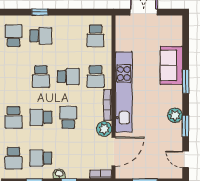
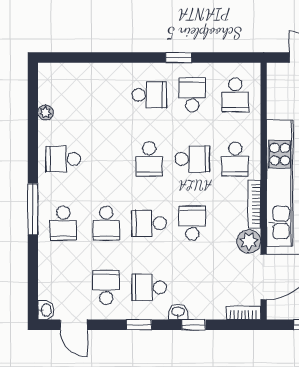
window: (40, 12) -> (179, 58), moved
school desk: (14, 36) -> (192, 95), moved
school desk: (14, 158) -> (106, 287), turned 180

